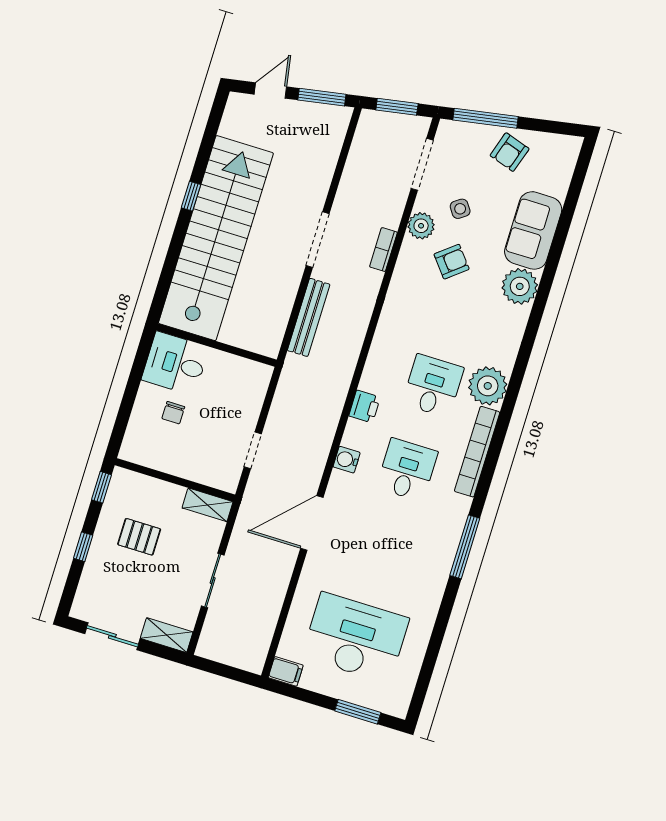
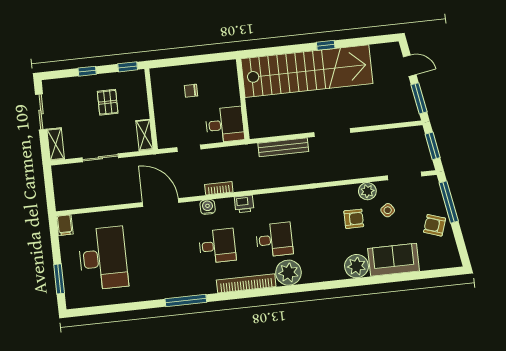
bookcase: (383, 250) -> (219, 188), moved
armchair: (452, 262) -> (354, 219), turned -51
desk: (175, 363) -> (225, 125), moved, turned 90

